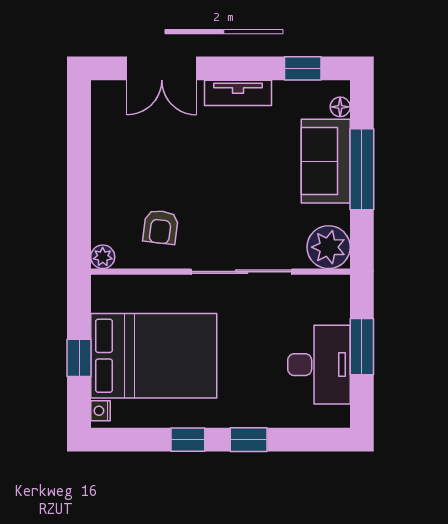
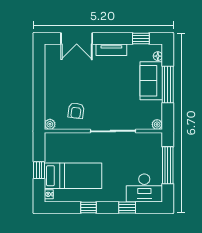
plant: (329, 247) -> (157, 124), width x0.53, depth x0.53
window: (362, 347) -> (168, 165), width x1.44
bed: (154, 356) -> (73, 176), width x0.67
desk: (319, 365) -> (144, 188), moved, turned 90
window: (249, 440) -> (127, 207), moved

